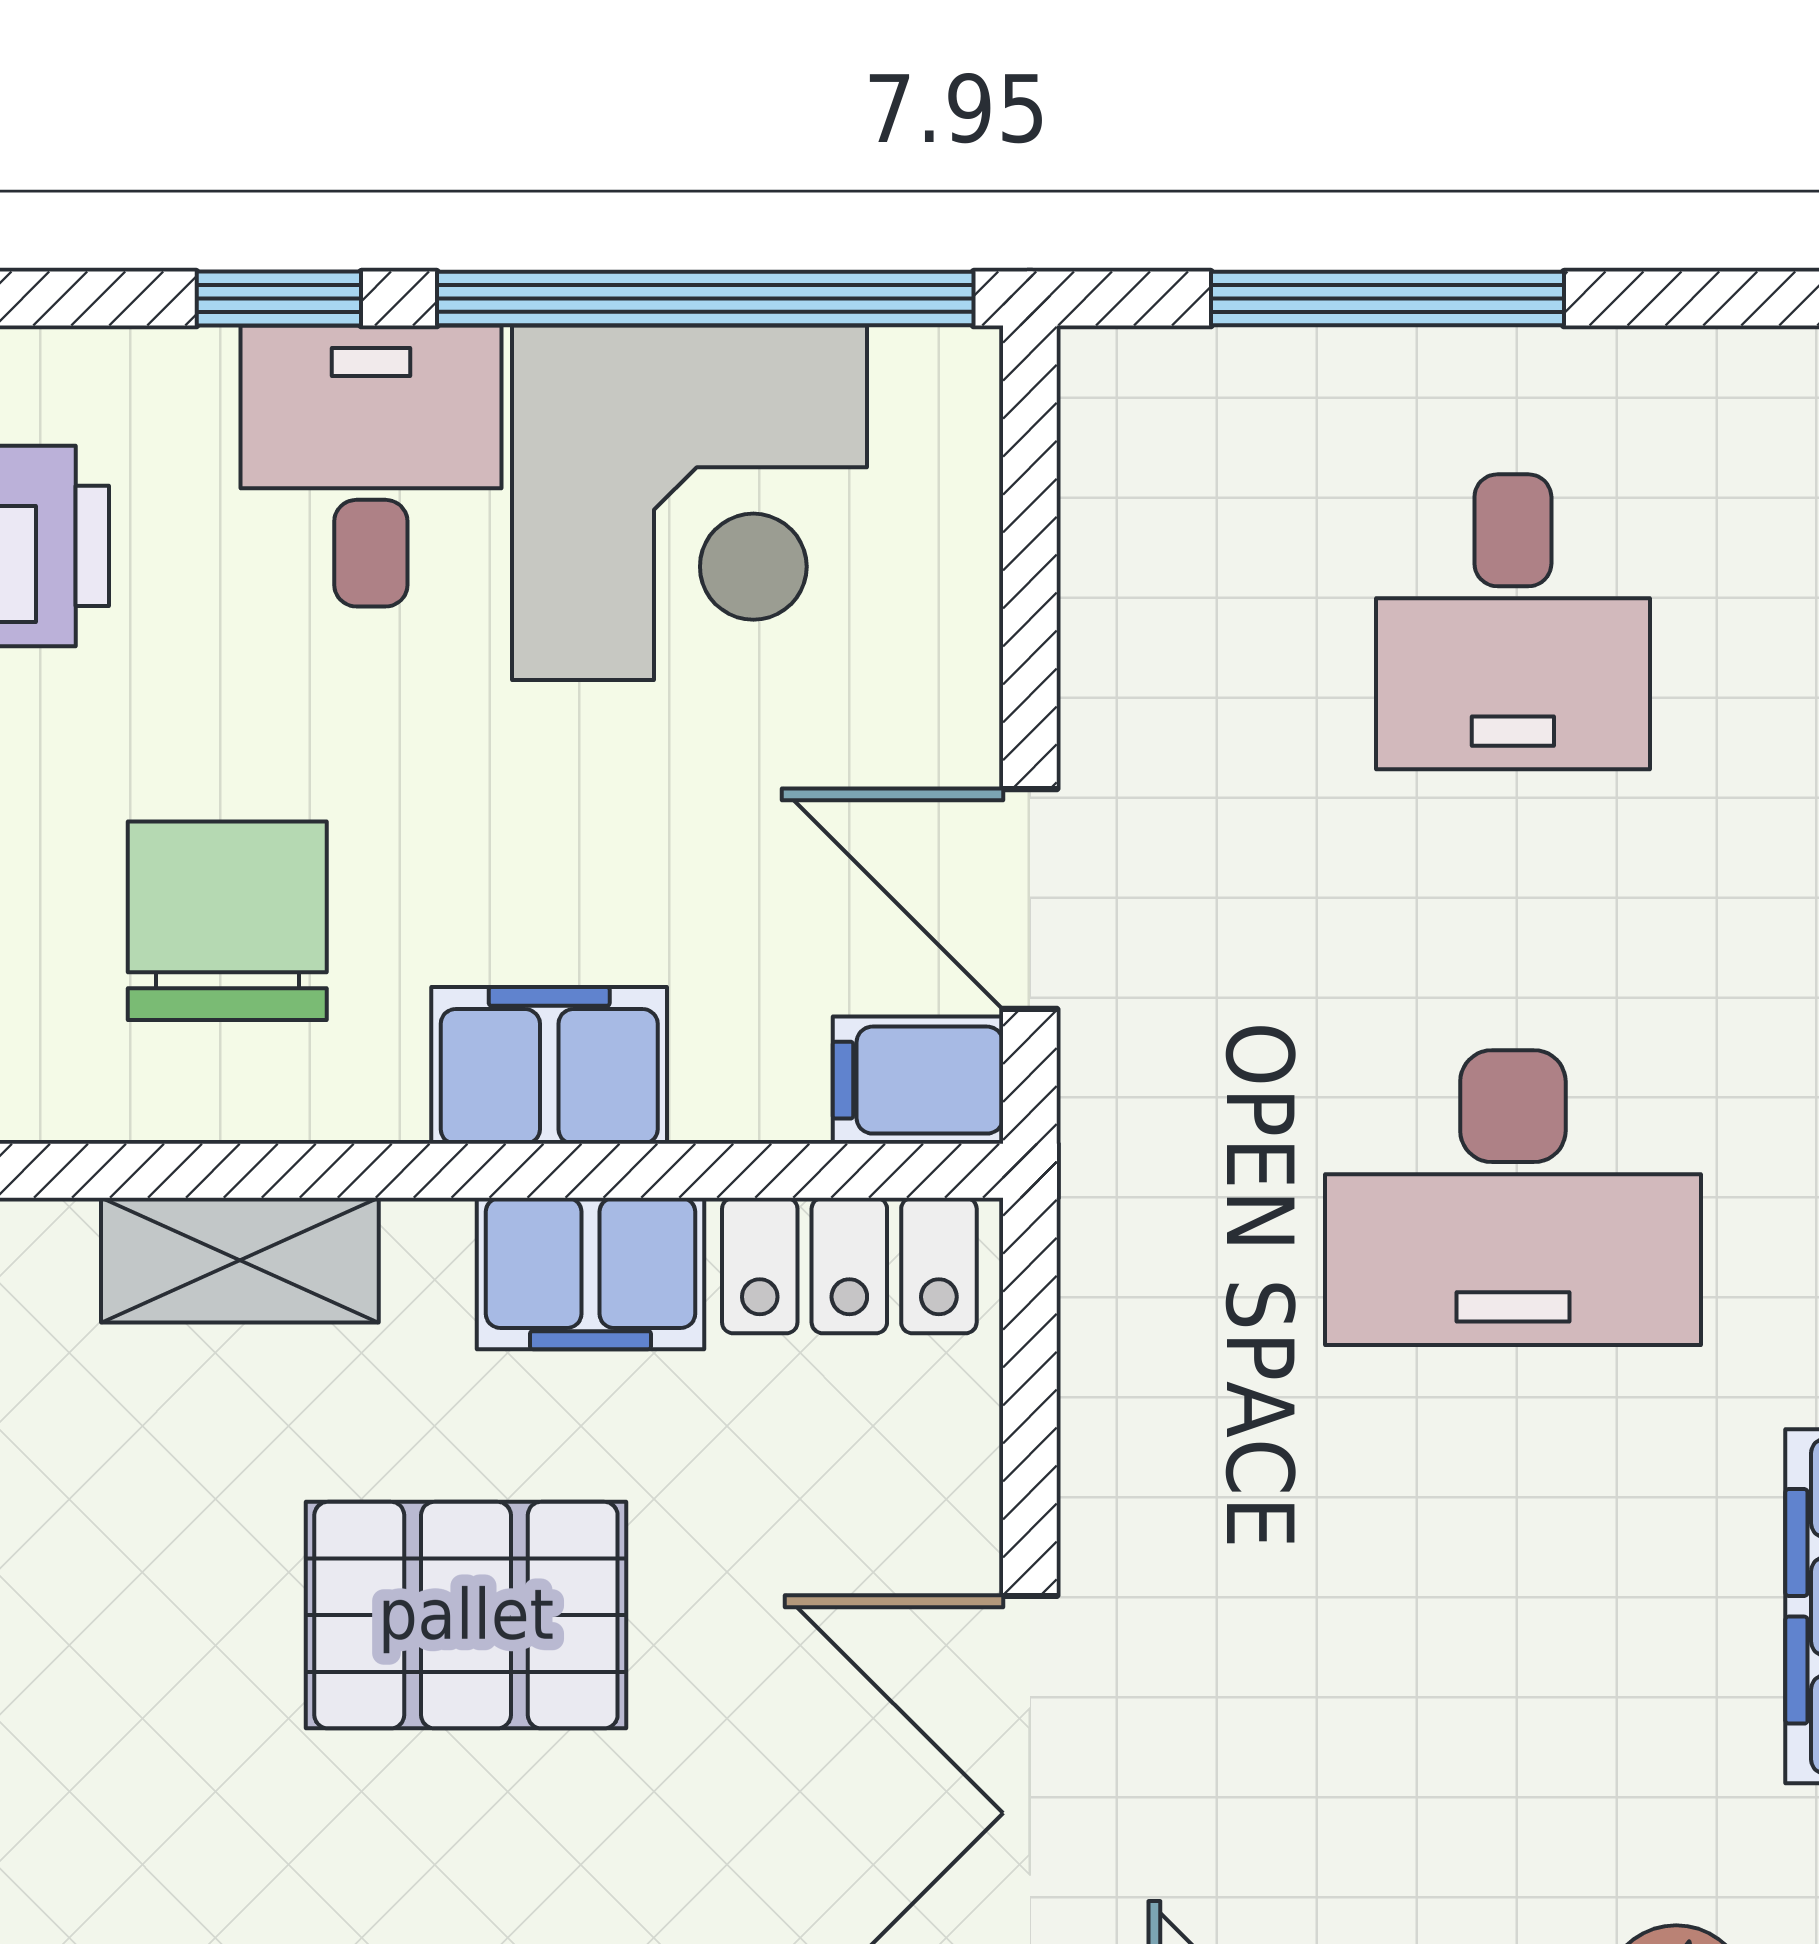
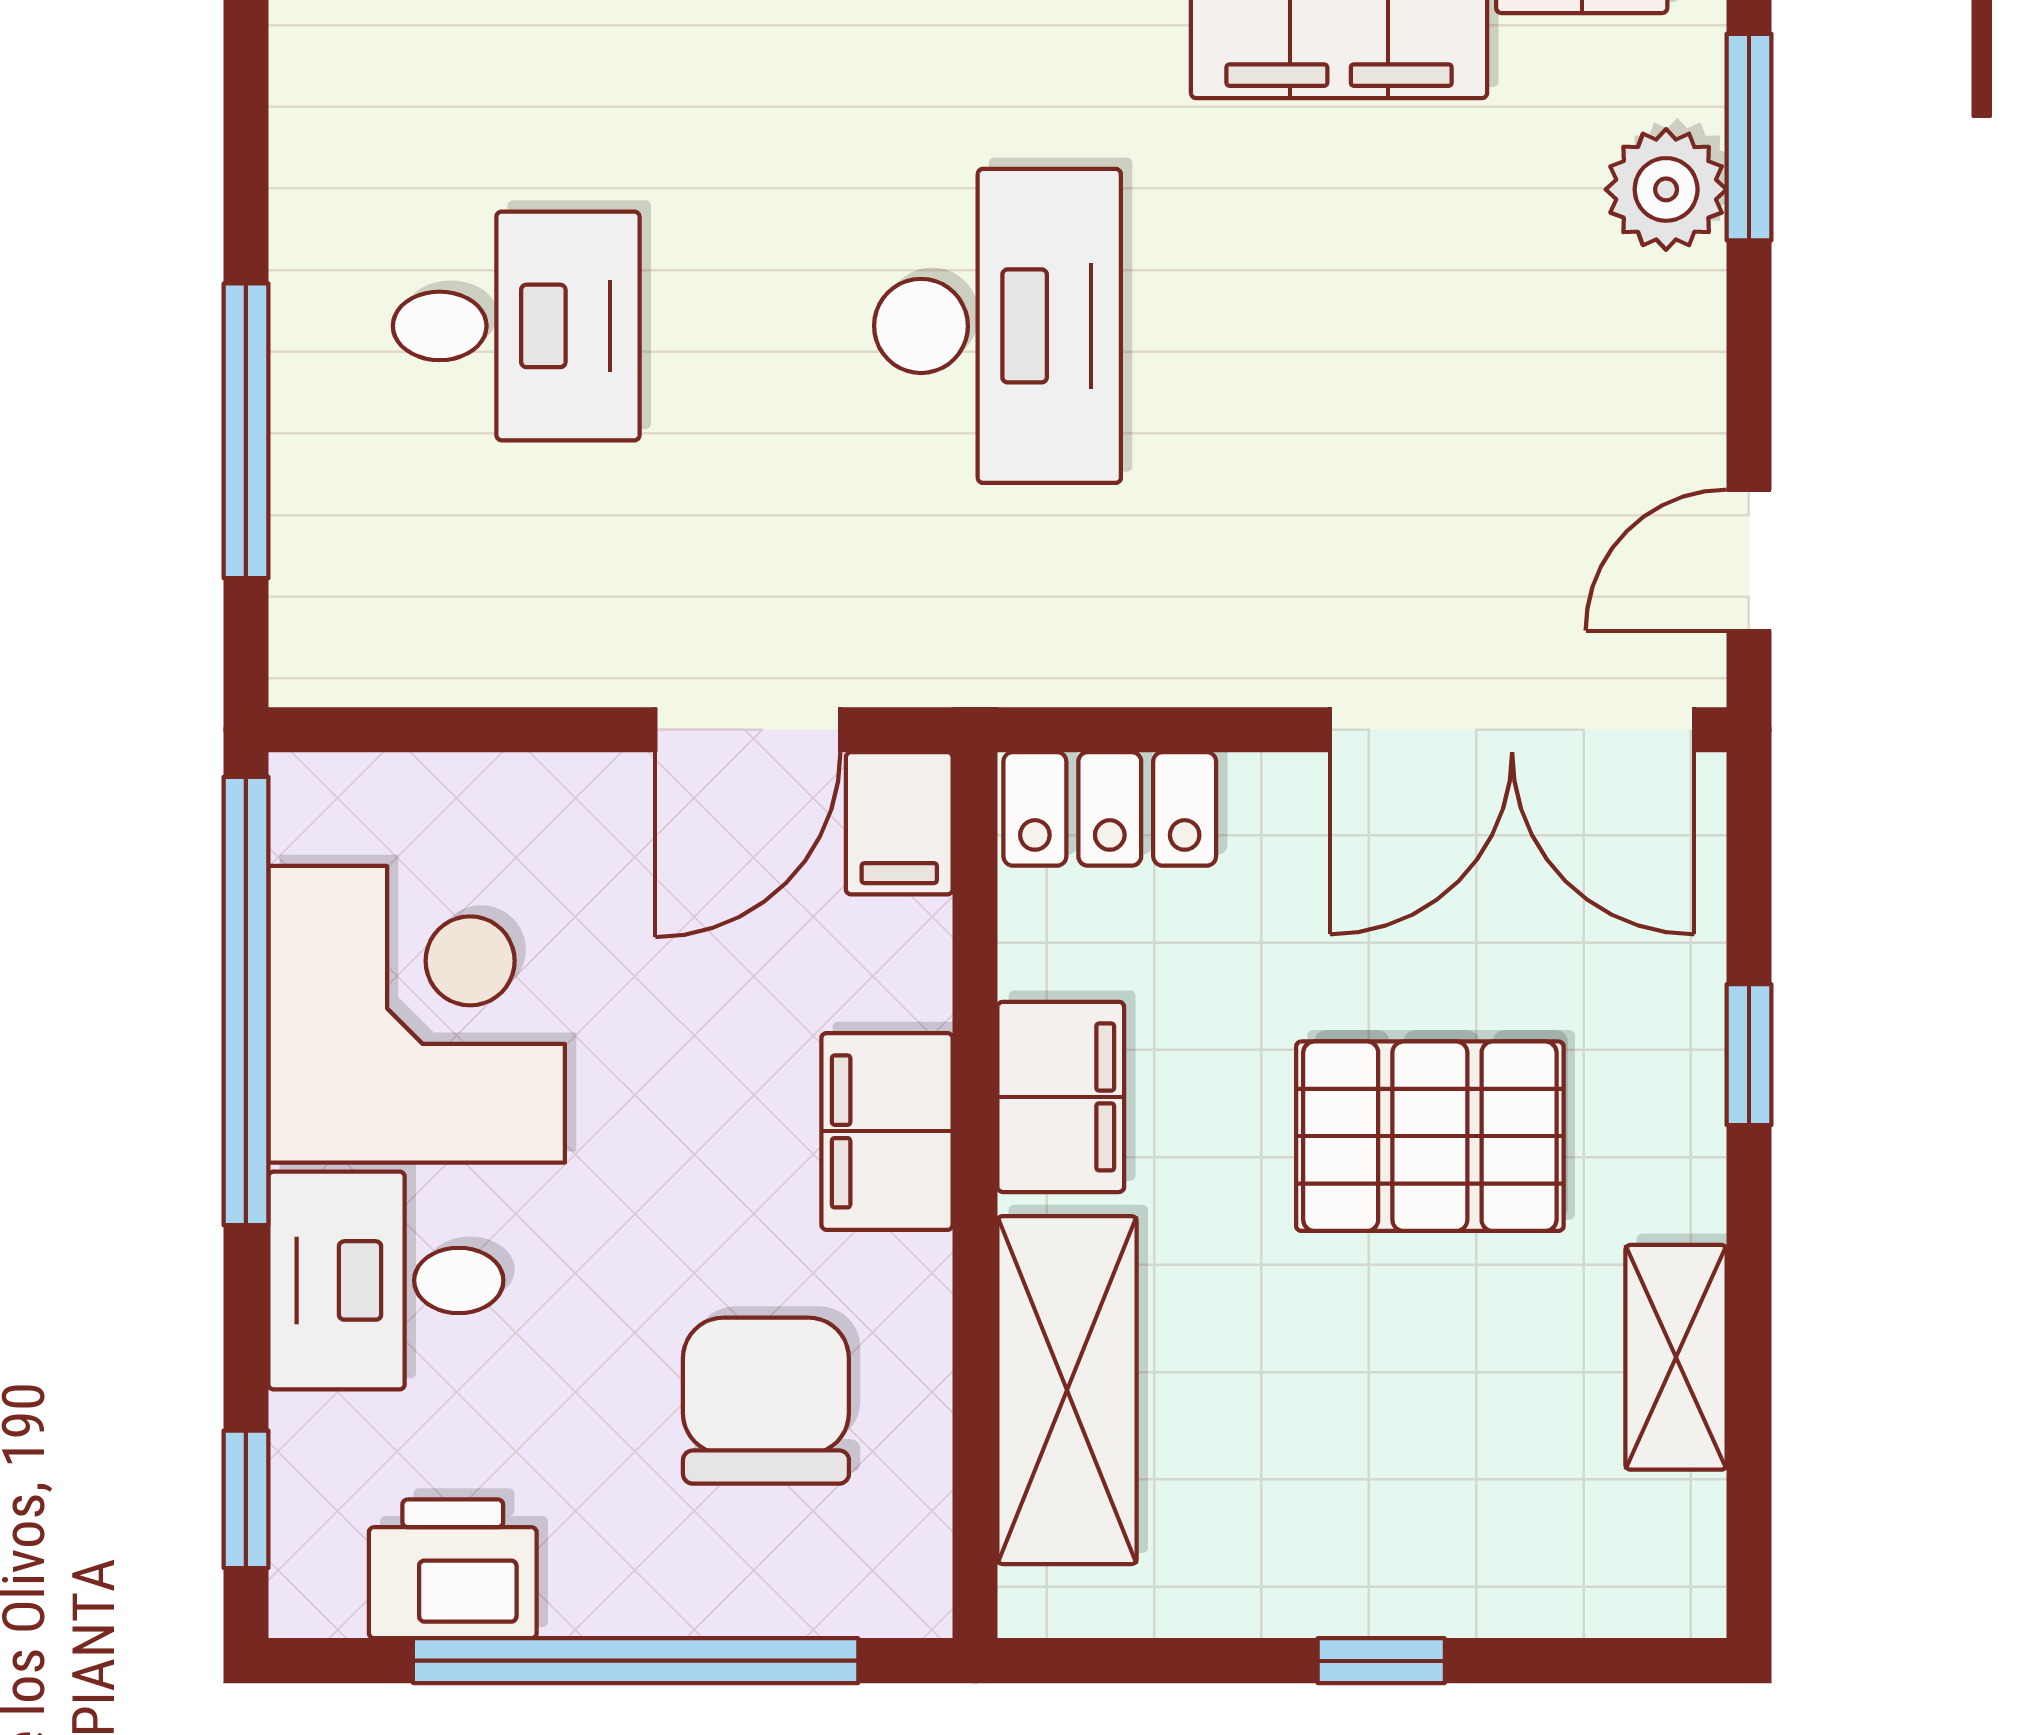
window: (279, 299) -> (246, 1499), moved
chair: (227, 921) -> (766, 1401), turned 90
shelving: (240, 1260) -> (1067, 1390), width x1.50, depth x1.33
locker: (849, 1266) -> (1110, 809), moved, turned 90
pallet: (466, 1615) -> (1430, 1136), moved, turned 90

